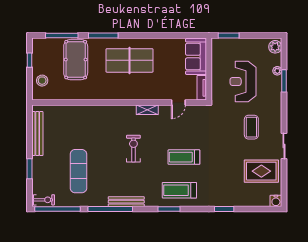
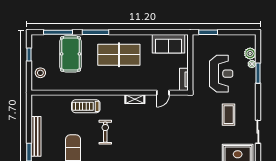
plant: (275, 47) -> (250, 53), moved
sofa: (196, 57) -> (169, 44), moved, turned -90
reception desk: (243, 81) -> (221, 74), turned 180
bench: (37, 134) -> (36, 136), moved
exercise bike: (133, 149) -> (105, 132), moved
treadmill: (184, 157) -> (86, 106), moved

